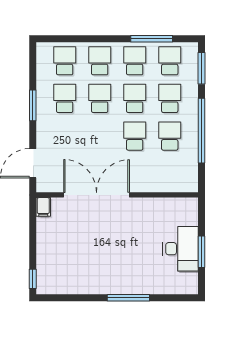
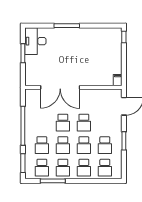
school desk: (170, 136) -> (84, 123), moved
double door: (97, 195) -> (60, 87), moved
desk: (181, 249) -> (35, 41), moved

